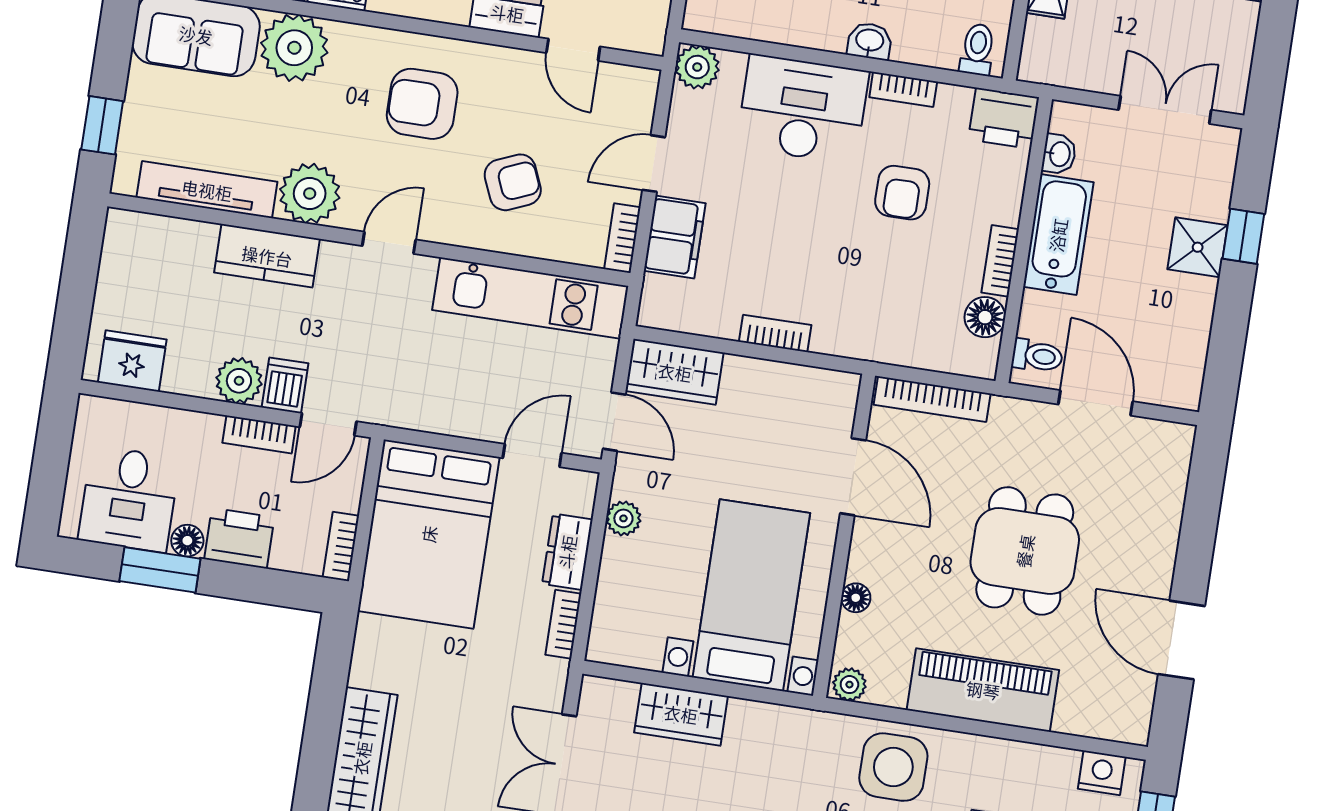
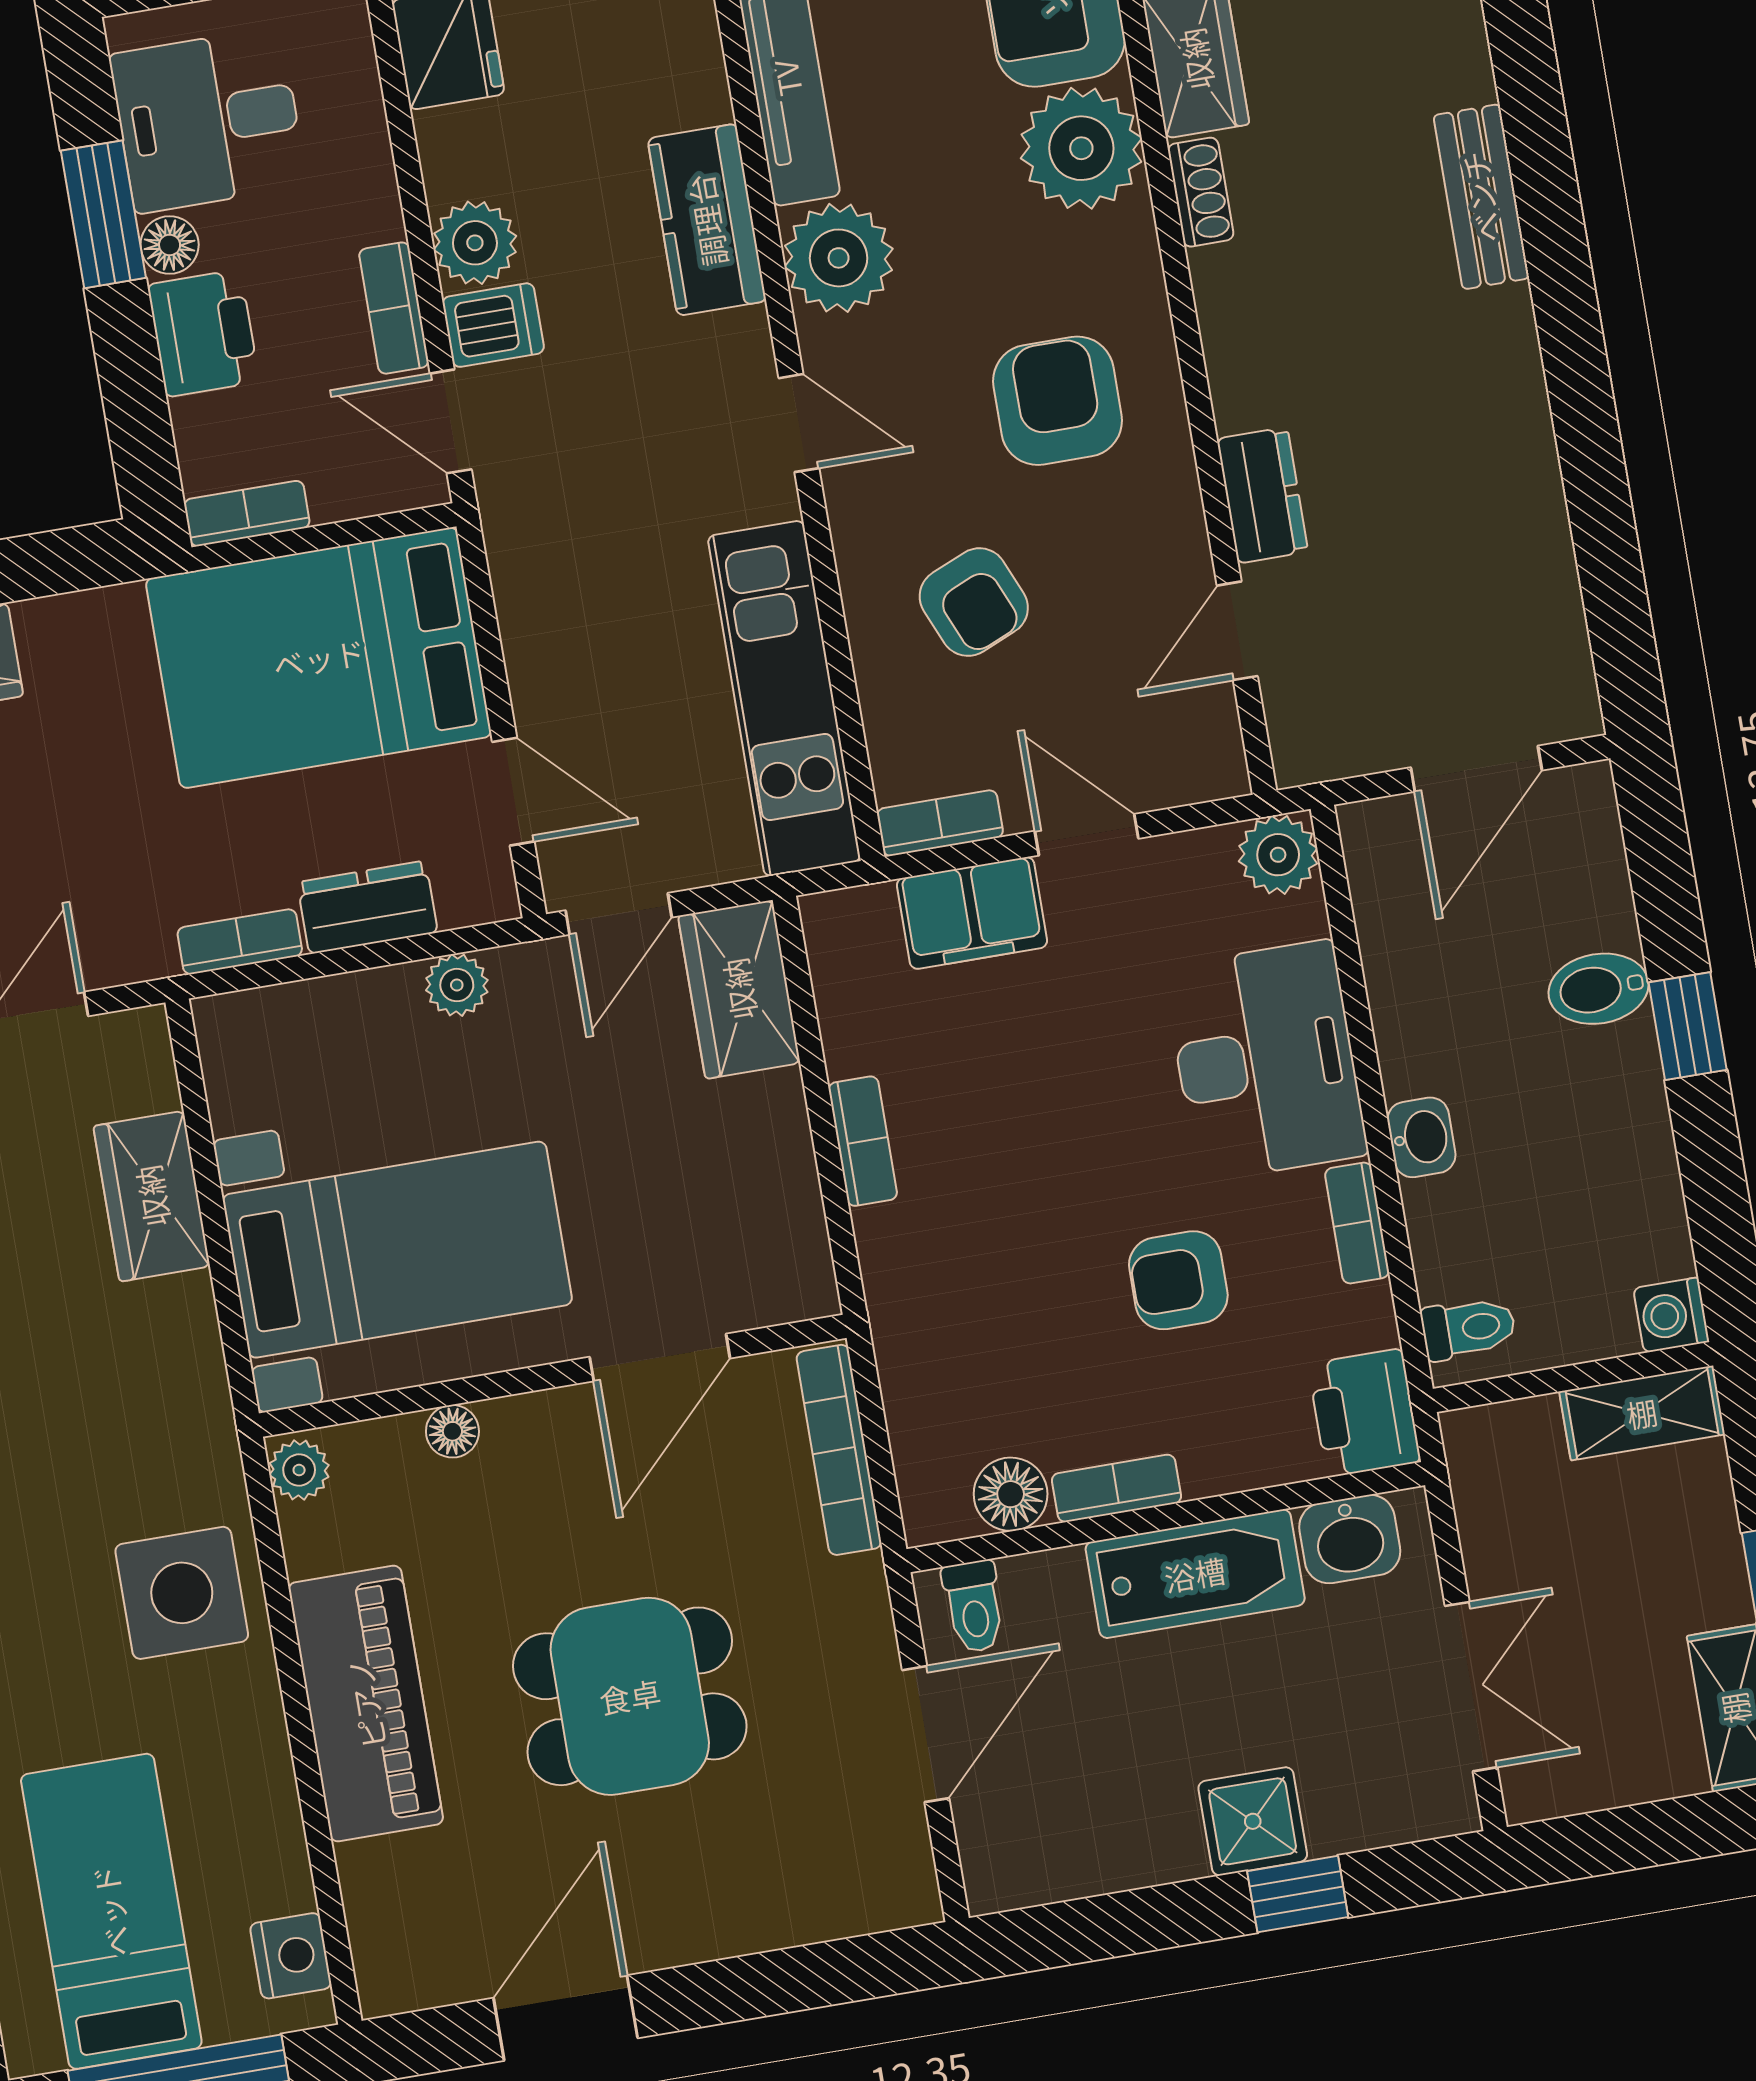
washbasin: (1059, 154) -> (1350, 1539), width x1.38, depth x1.45

